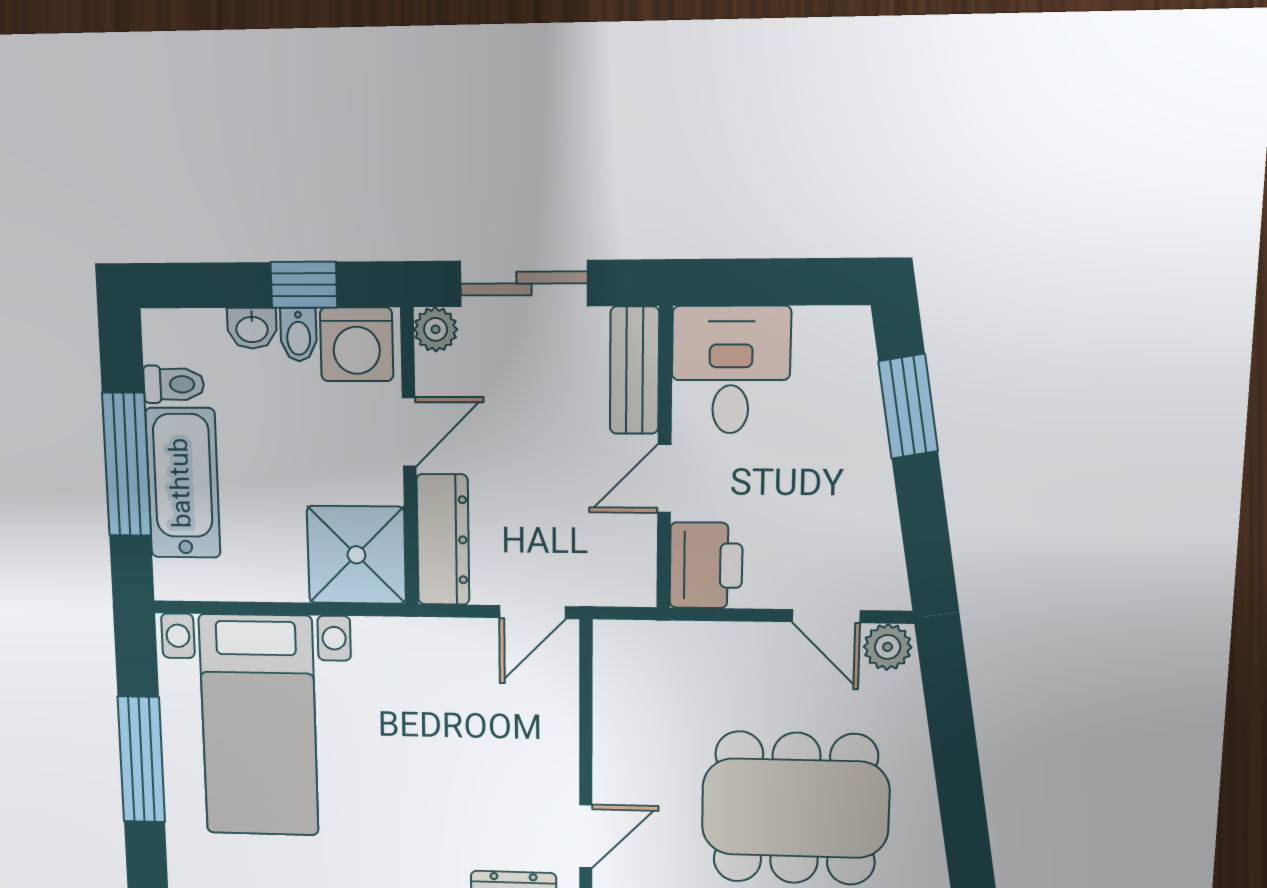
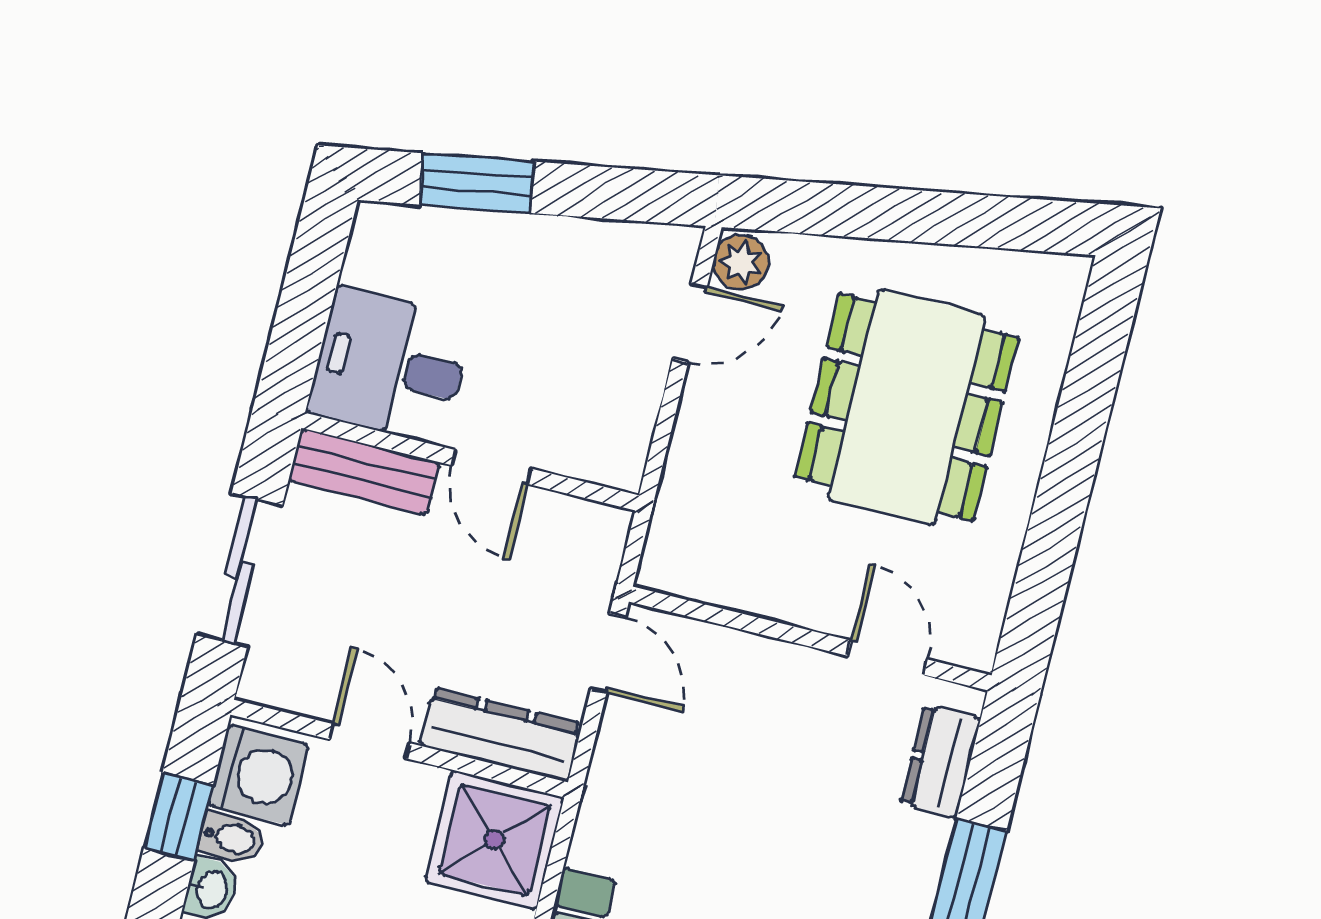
plant: (436, 329) -> (264, 681), removed
printer: (706, 565) -> (601, 443), removed

